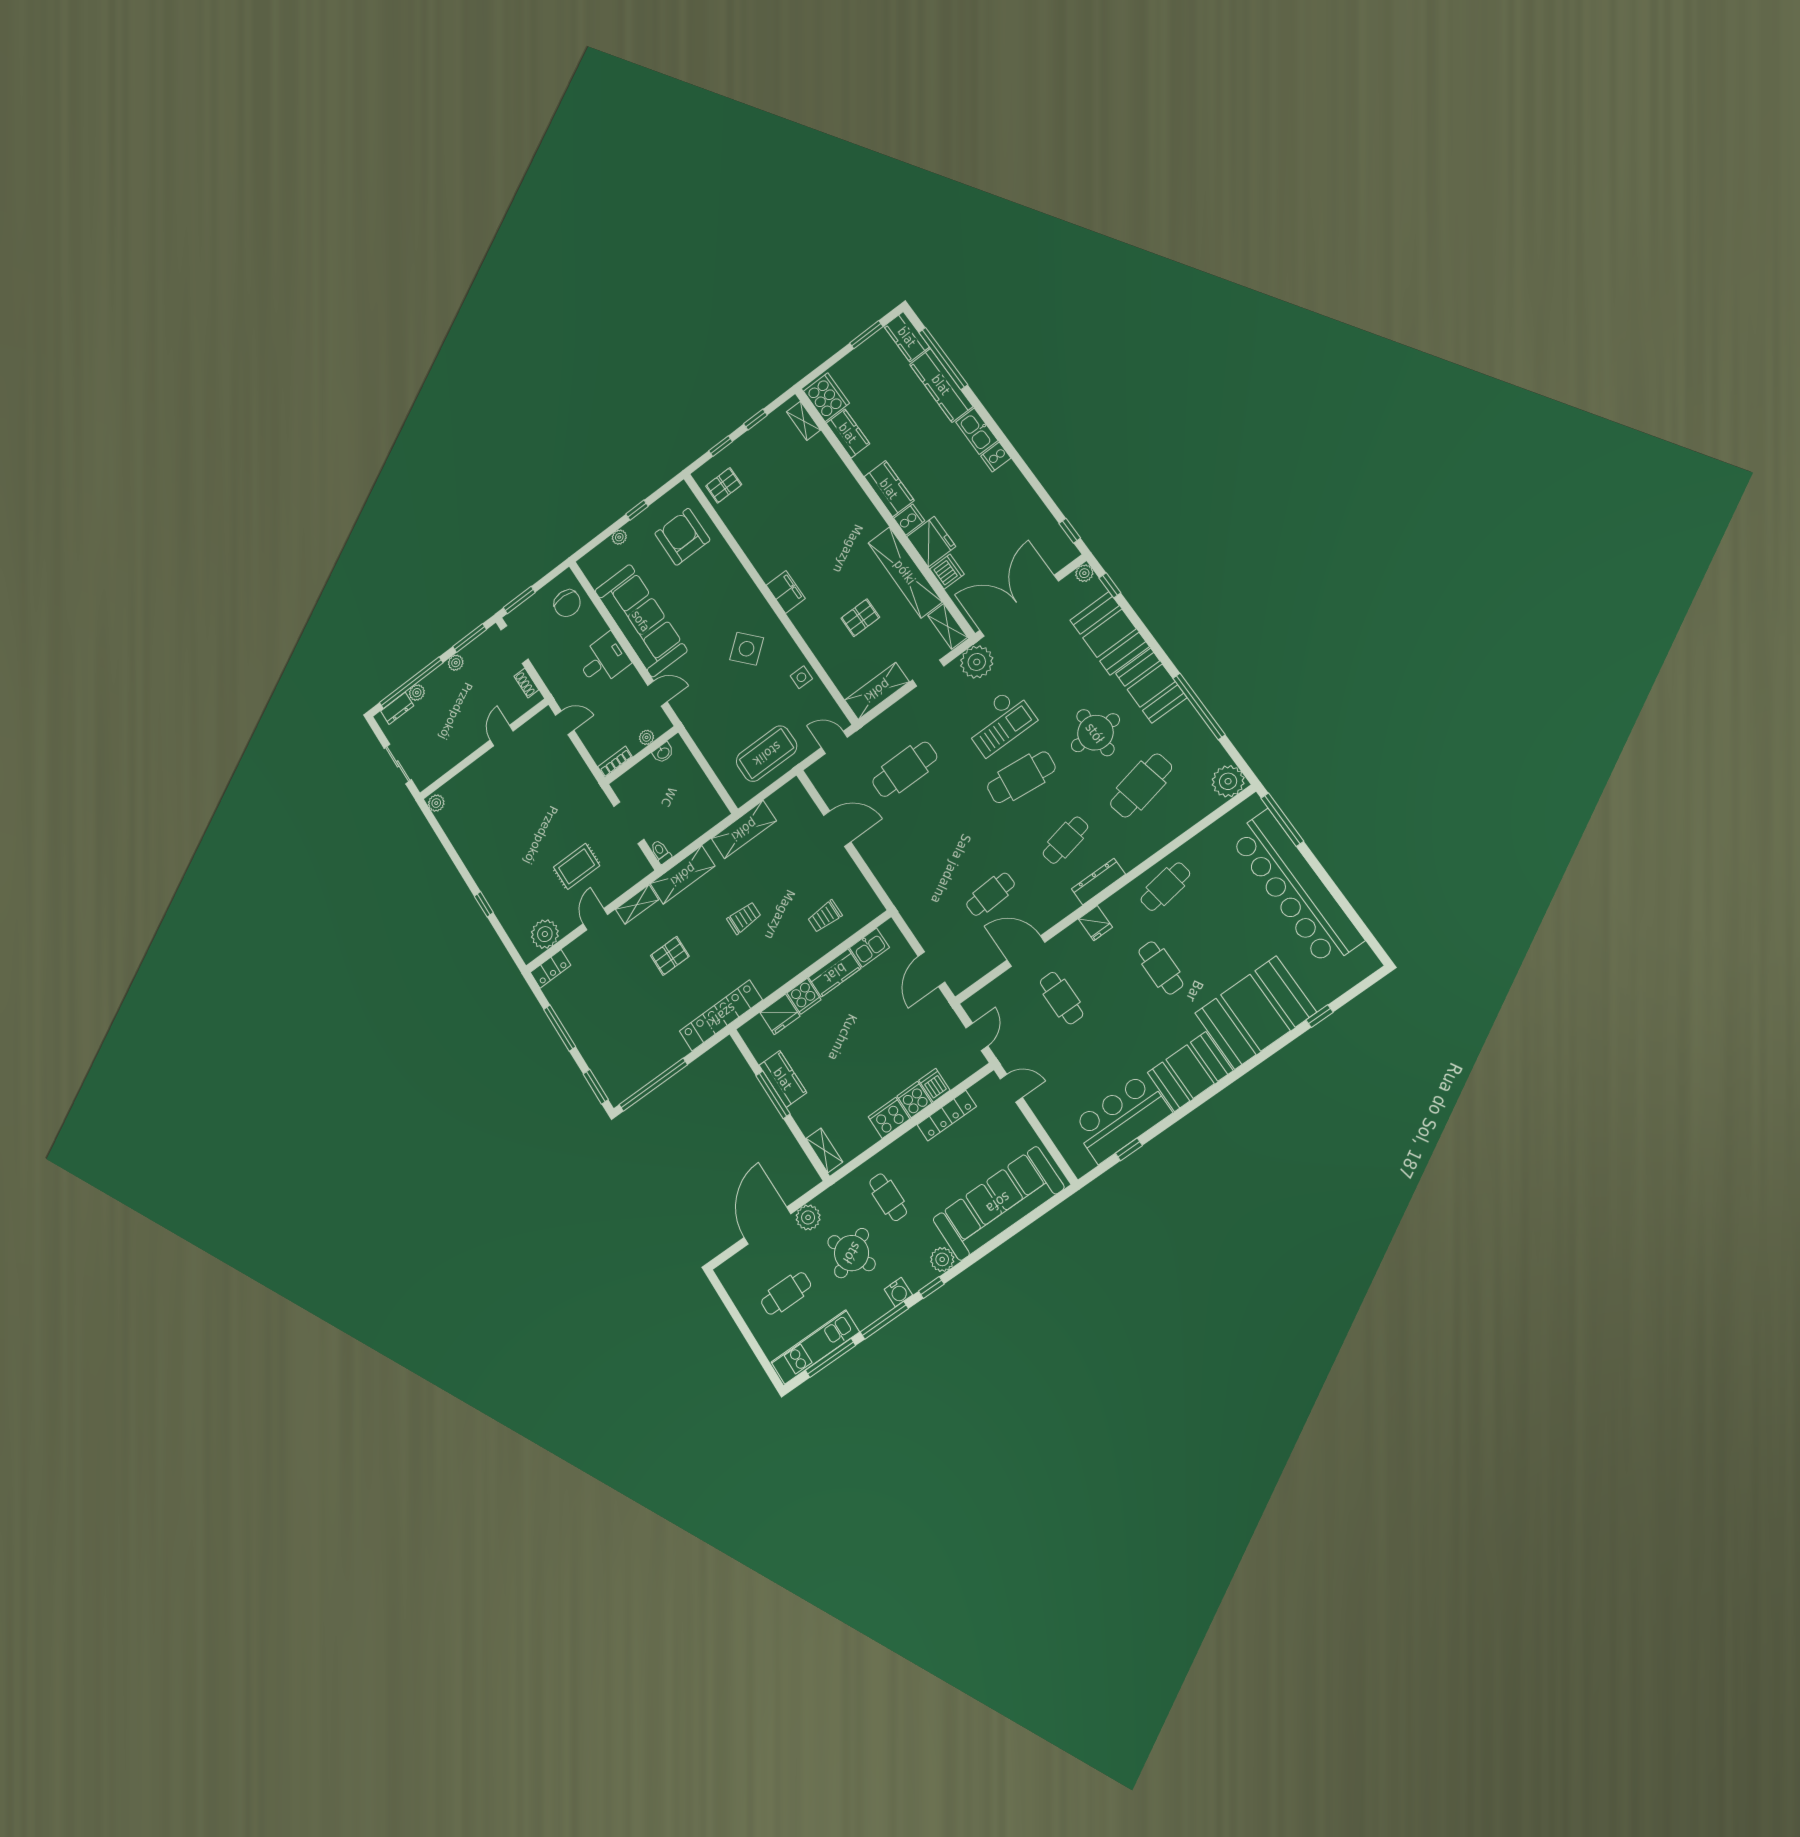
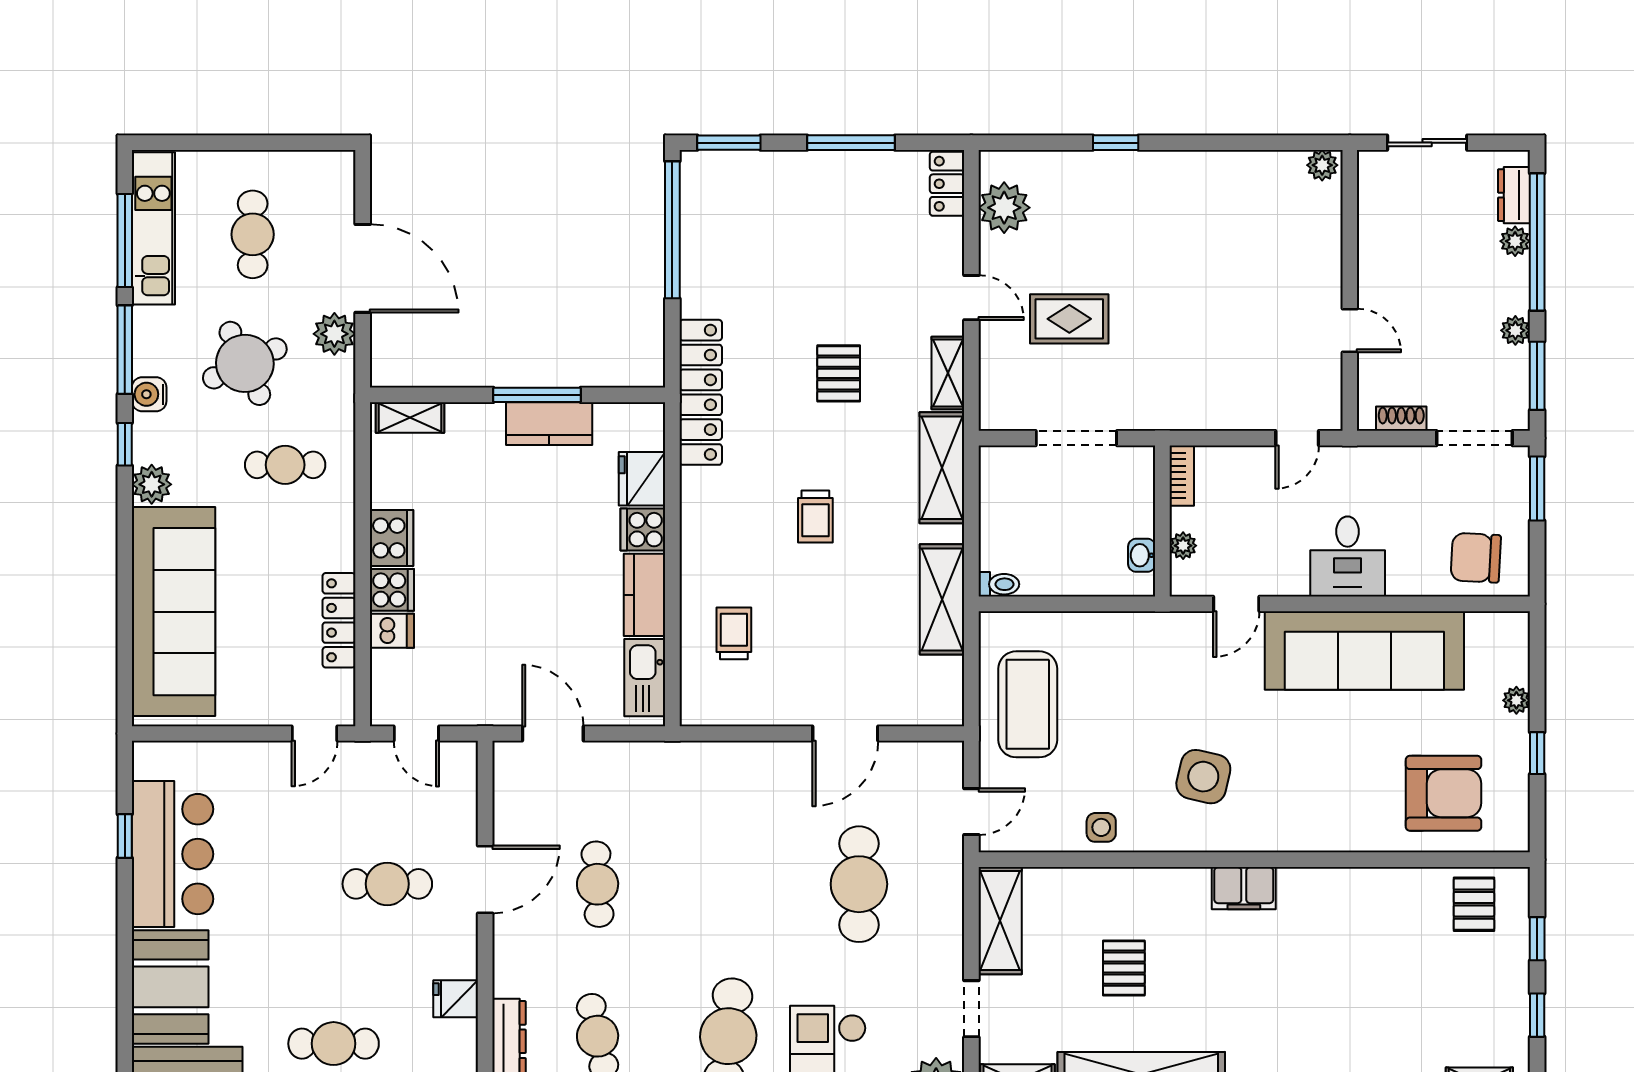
side table: (747, 649) -> (1203, 777), turned -36
toilet: (661, 852) -> (999, 584), moved
rug: (577, 866) -> (1069, 319), turned 90
kitchen sink: (869, 948) -> (645, 678), width x1.38

